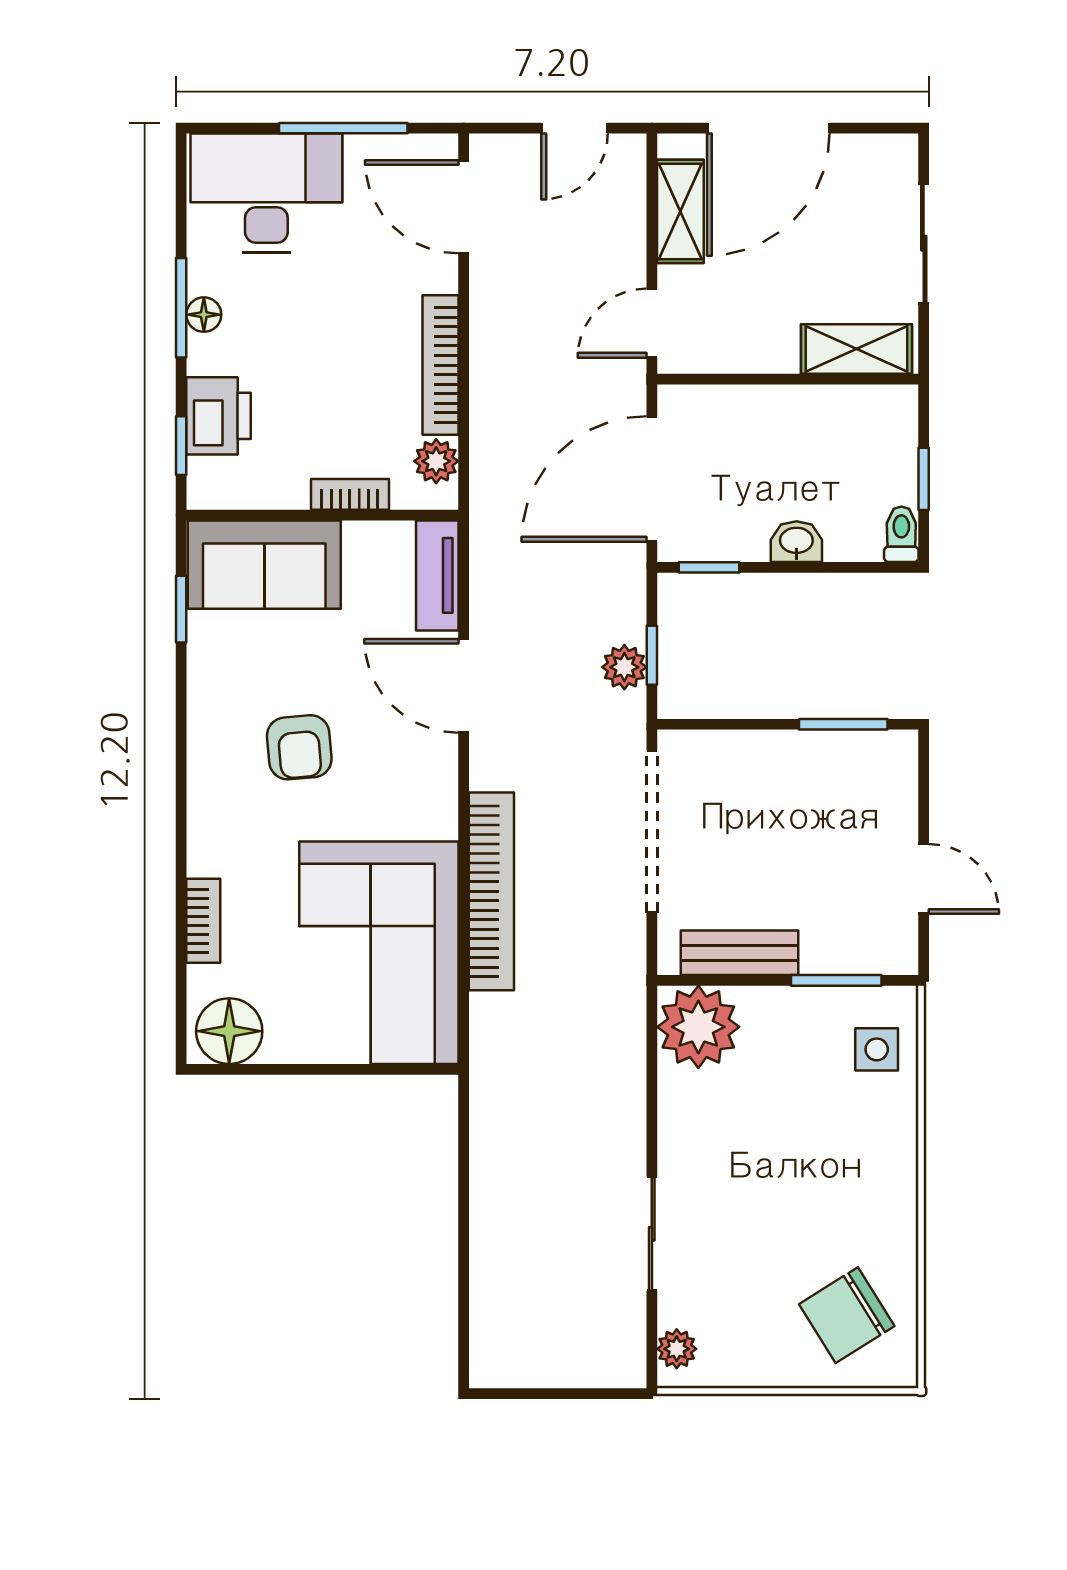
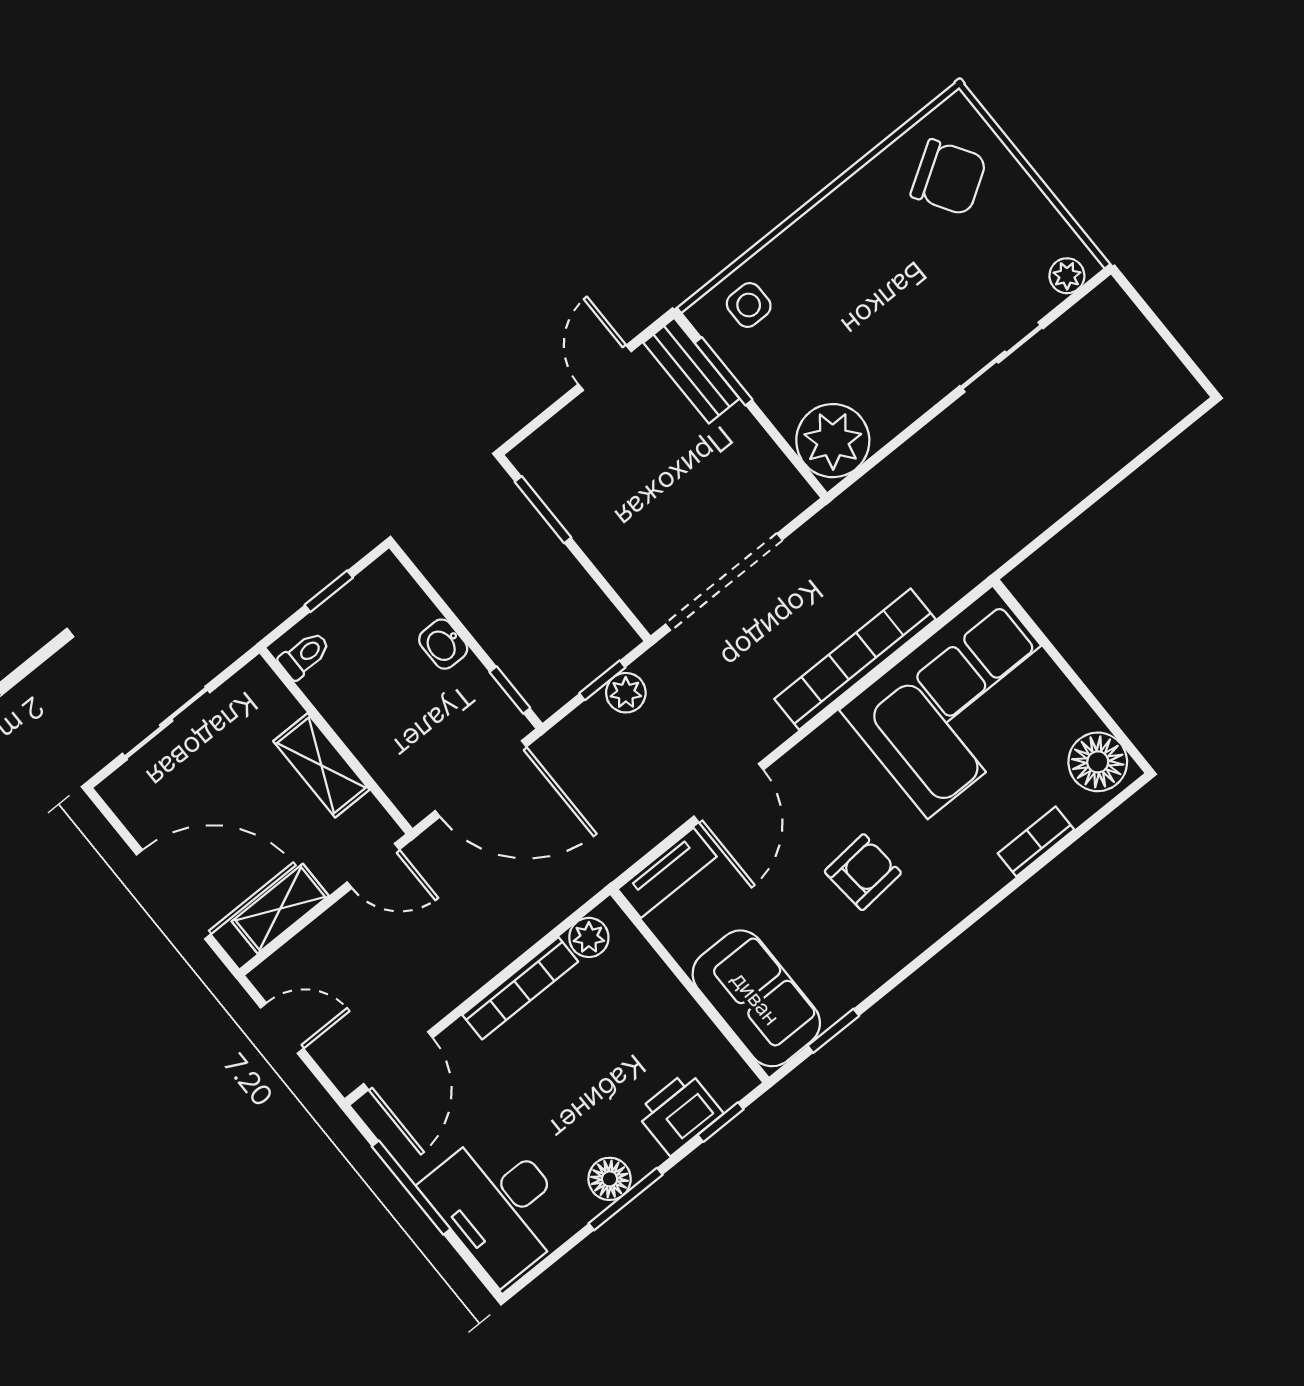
floor lamp: (204, 315) -> (610, 1179), width x1.37, depth x1.37
shelving: (856, 349) -> (321, 765), moved
bookcase: (350, 494) -> (660, 979), removed
toilet: (901, 534) -> (305, 655), moved, turned 180
bench: (739, 953) -> (691, 371), moved

